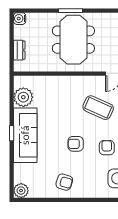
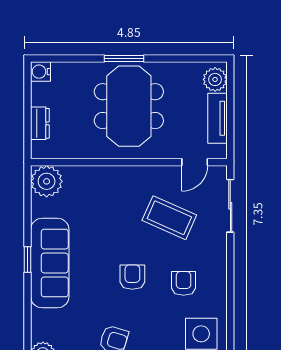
plant: (23, 97) -> (47, 181), moved
armchair: (76, 144) -> (132, 277), turned 90

